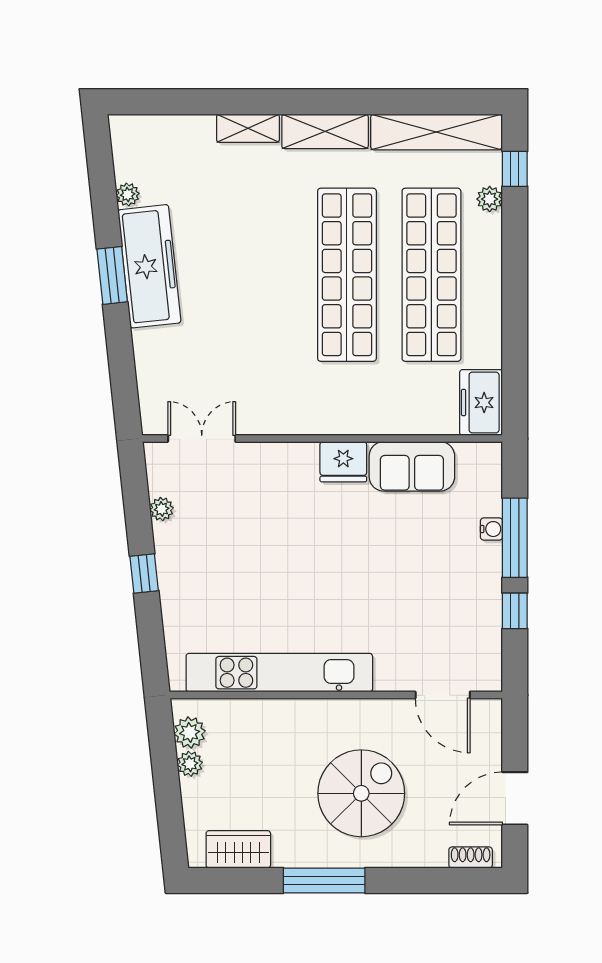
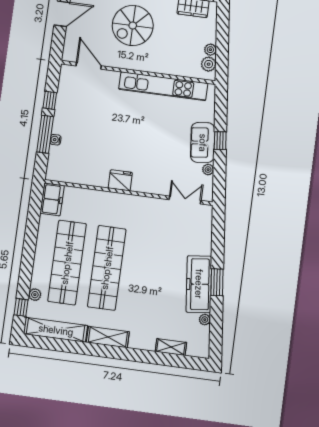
shelving: (248, 128) -> (171, 347), moved
double door: (202, 439) -> (185, 200), swing flipped
sofa: (412, 466) -> (203, 143), moved, turned -96

